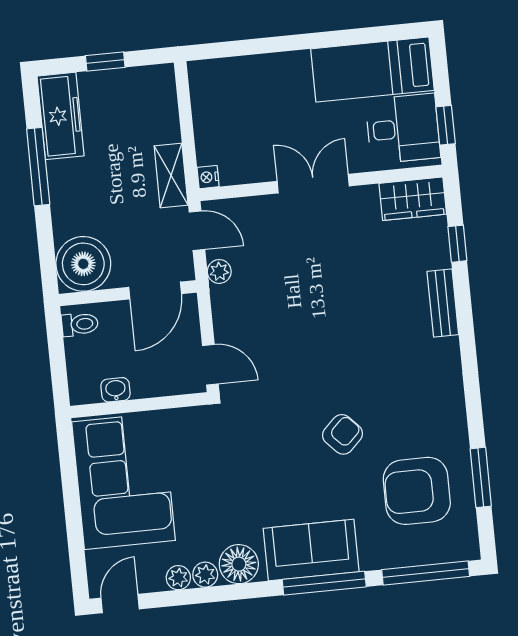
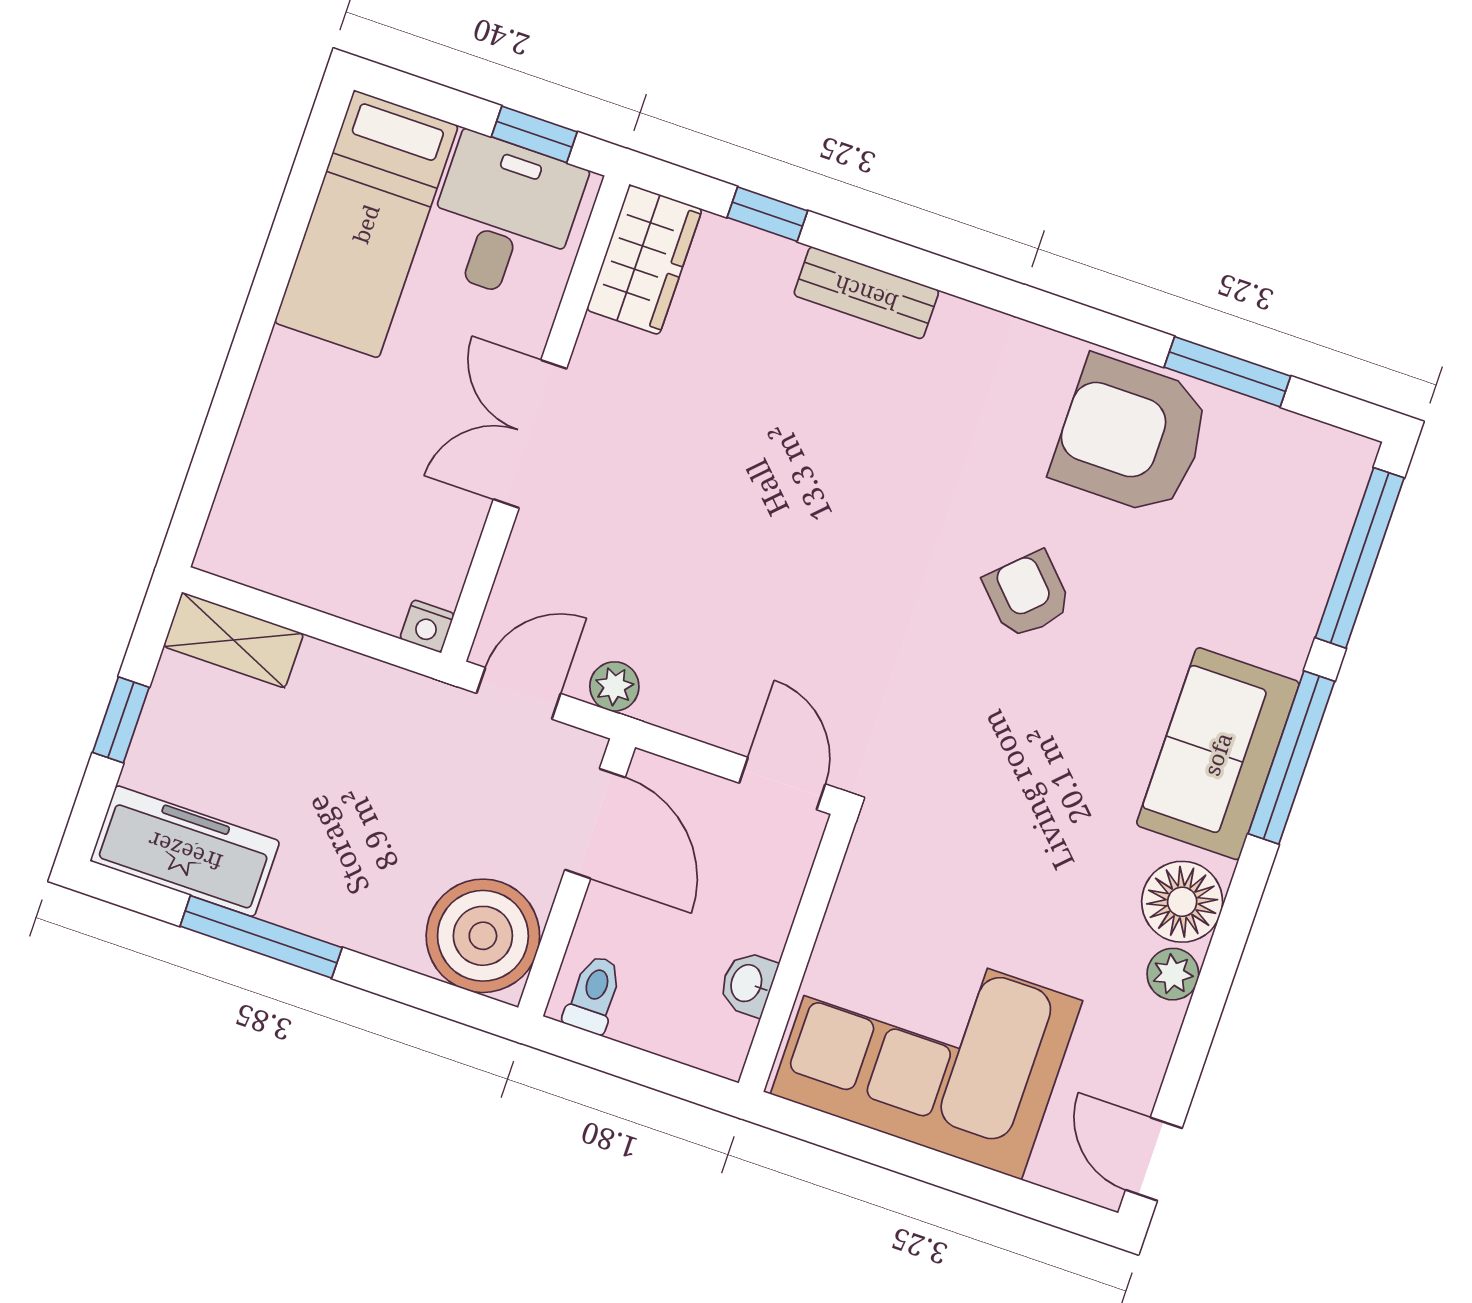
shelving: (171, 175) -> (233, 640), moved
door: (210, 365) -> (782, 784), hinge flipped
armchair: (417, 491) -> (1131, 436), moved, turned 90
plant: (178, 578) -> (1155, 1027), removed

